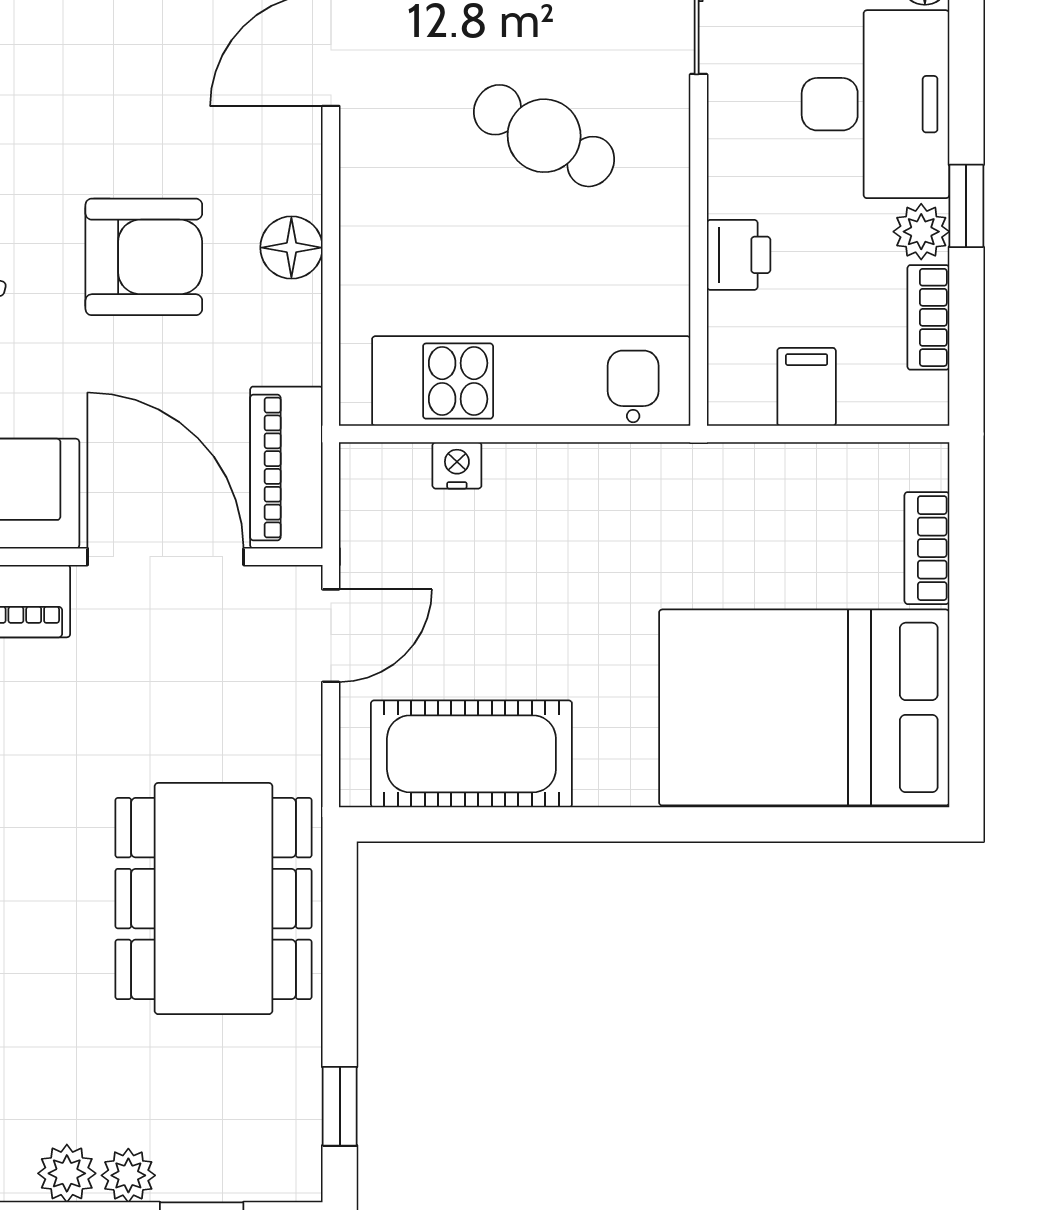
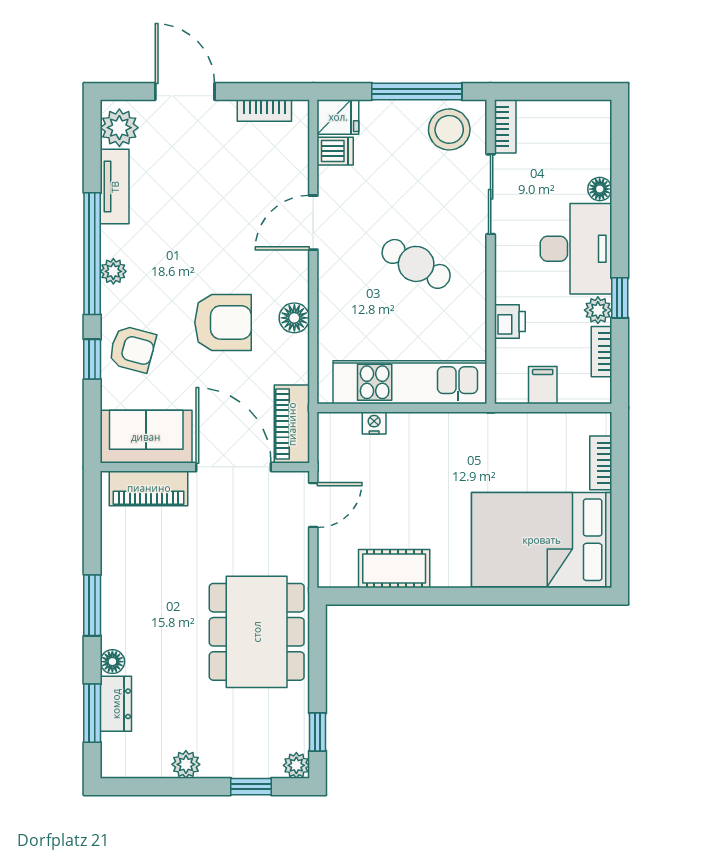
cot: (471, 754) -> (394, 569), width x0.73, depth x0.75
plant: (128, 1175) -> (296, 765), moved

